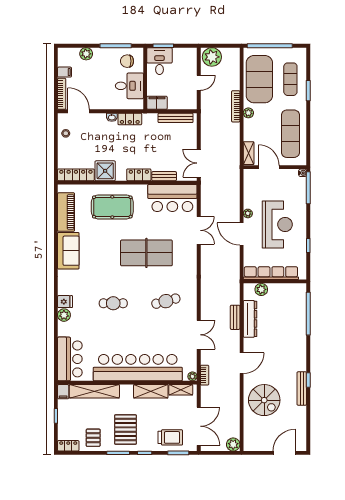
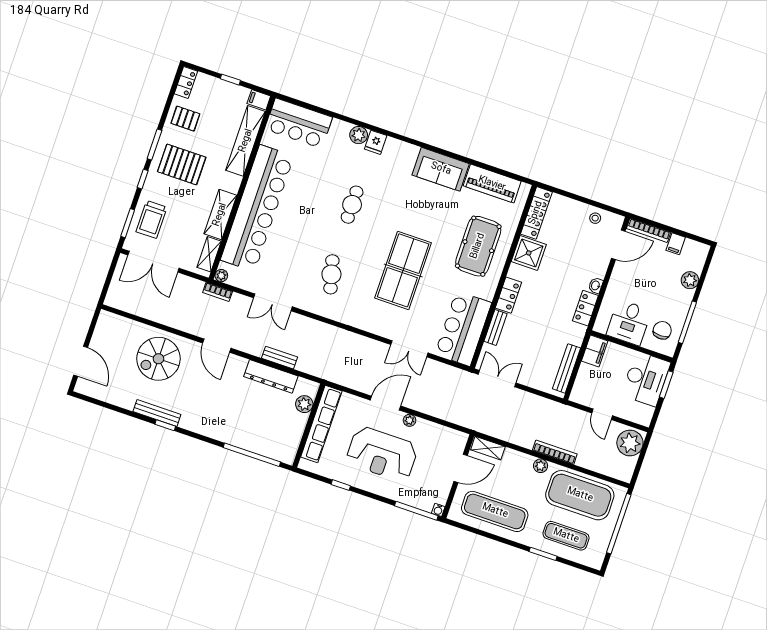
desk: (159, 61) -> (646, 379), width x1.37
plant: (233, 444) -> (114, 298), removed

